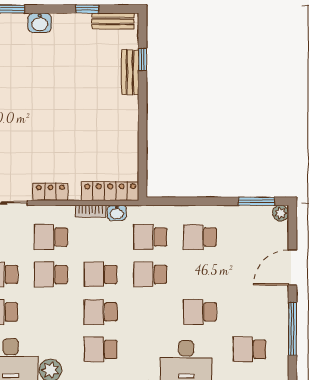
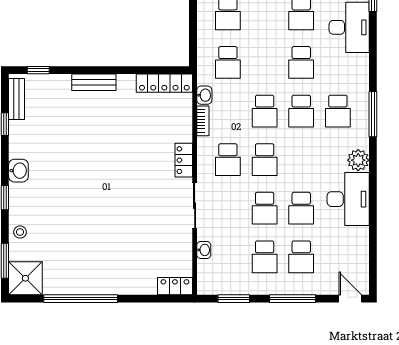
window: (143, 59) -> (38, 70), moved
bench: (130, 72) -> (94, 82), moved
locker: (110, 191) -> (164, 83), moved, turned -90
school desk: (150, 274) -> (301, 62), moved

